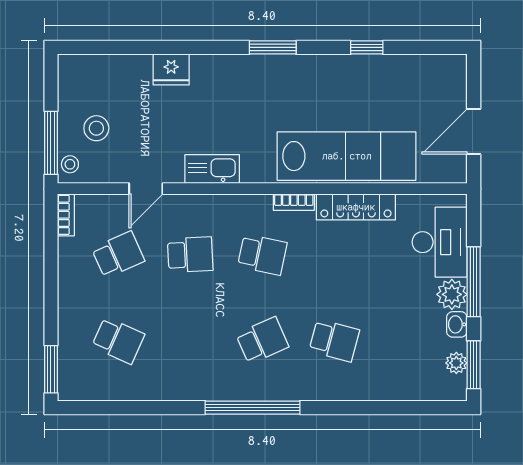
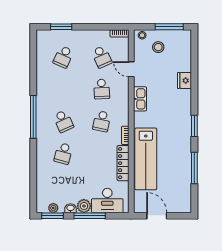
window: (367, 47) -> (194, 168), width x2.17
window: (51, 143) -> (169, 27), moved
window: (51, 369) -> (61, 27), moved

